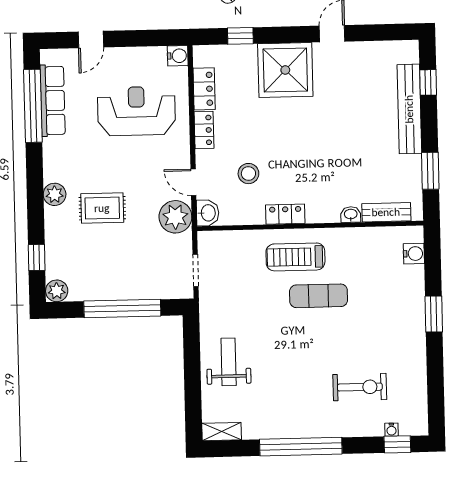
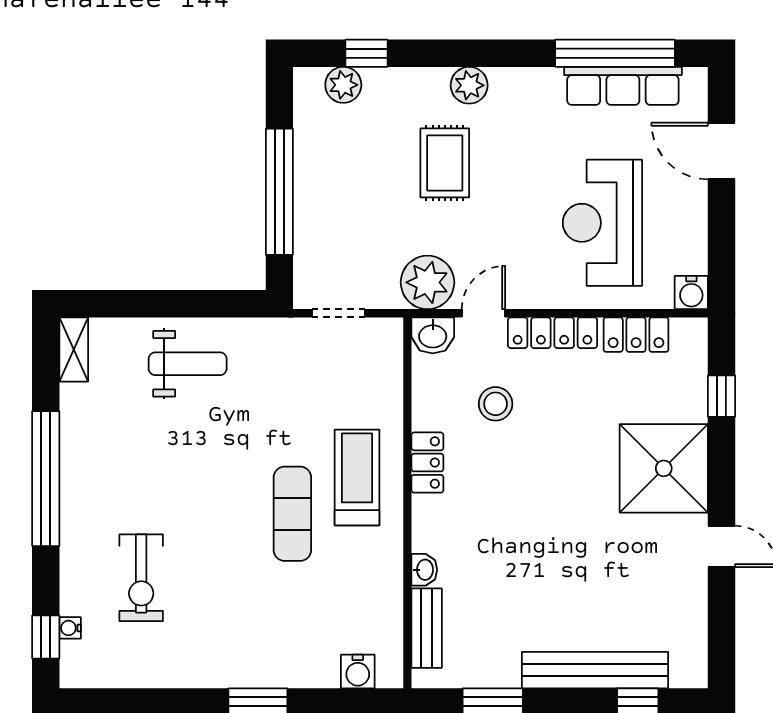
door: (91, 39) -> (721, 151), width x1.38
reception desk: (136, 111) -> (602, 223), turned 180
locker: (204, 130) -> (553, 333), width x1.53
plant: (57, 291) -> (343, 85), moved

